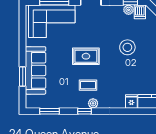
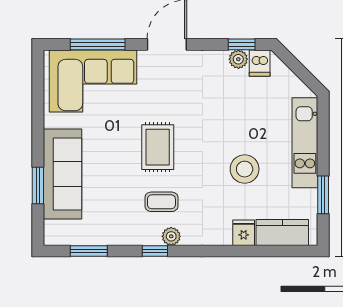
stool: (127, 47) -> (245, 169), moved
rug: (86, 56) -> (158, 147), turned 90

